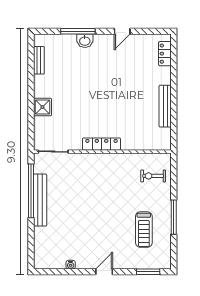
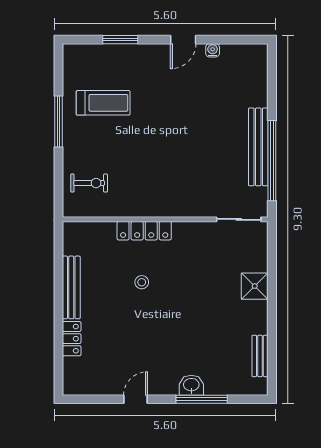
locker: (165, 54) -> (72, 339), moved
stool: (118, 110) -> (142, 282), added
locker: (102, 144) -> (144, 231), moved
treadmill: (144, 230) -> (103, 103), turned 90
door: (104, 272) -> (183, 40), moved
window: (148, 272) -> (120, 40), moved

